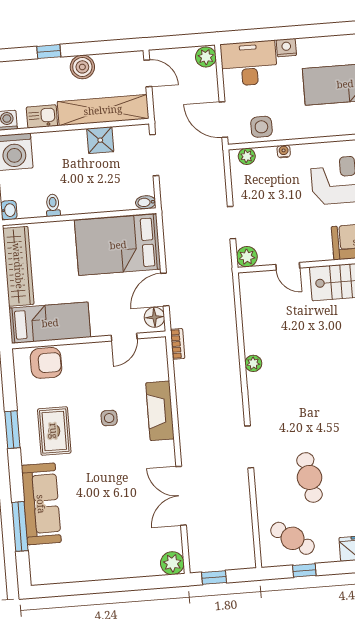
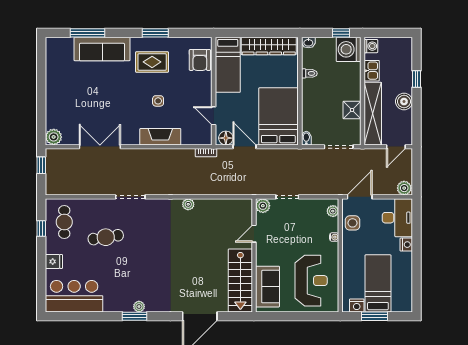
cafe table: (292, 538) -> (64, 222), turned -35

